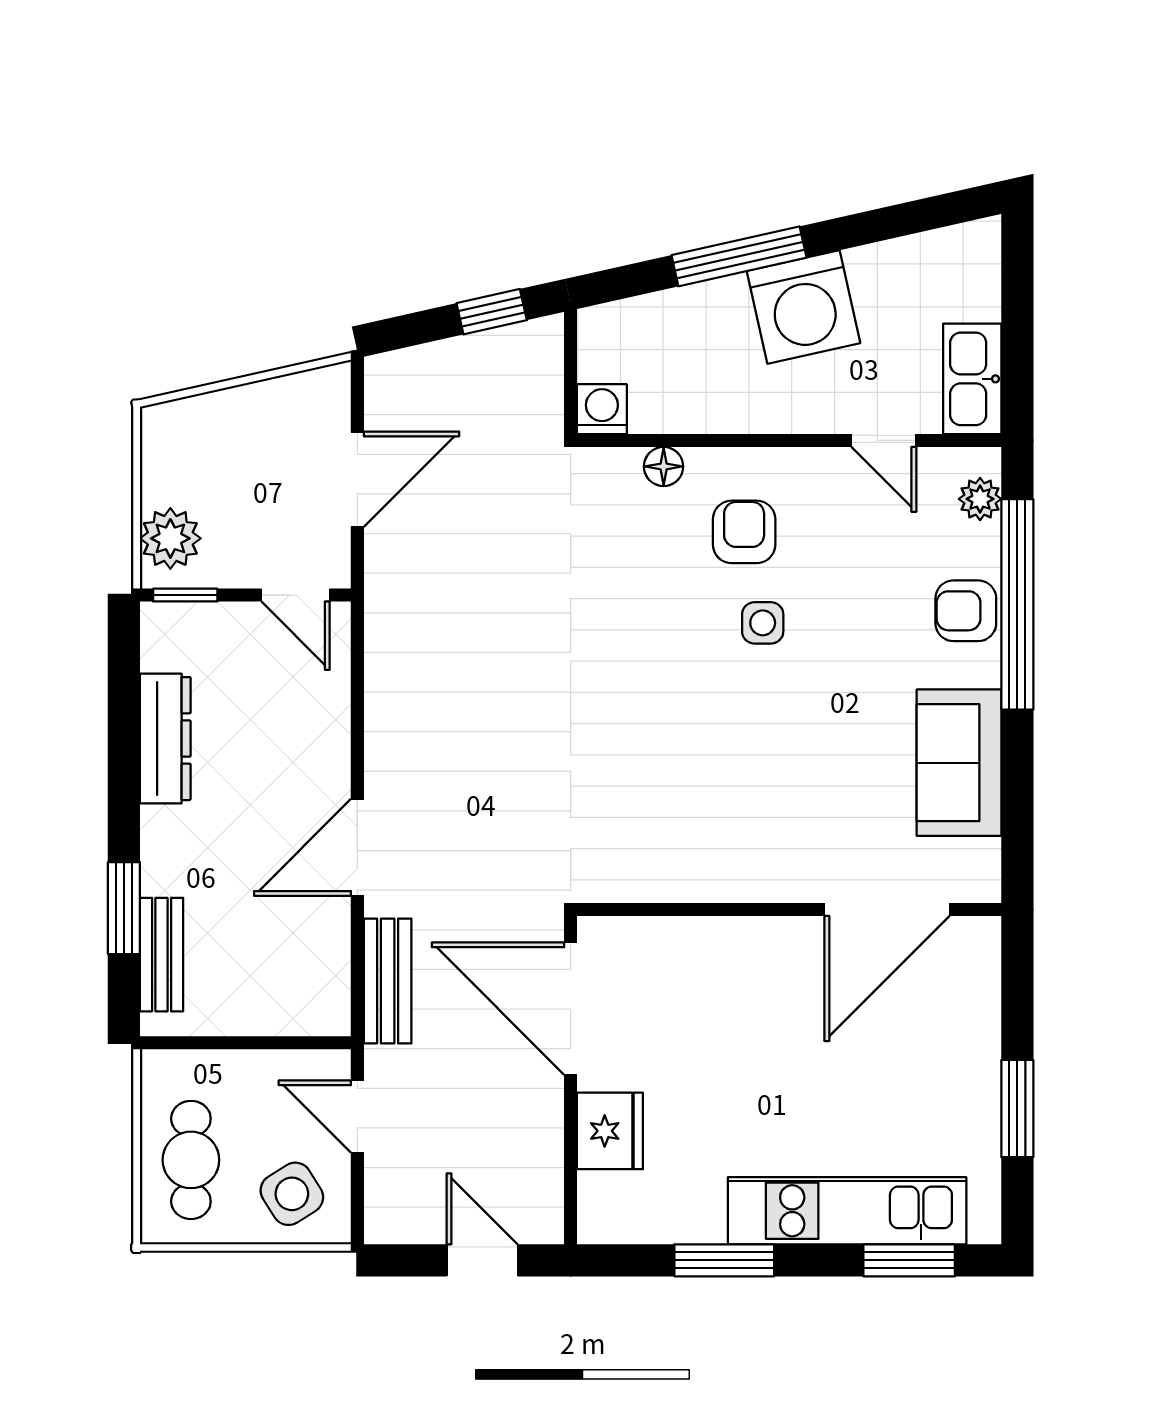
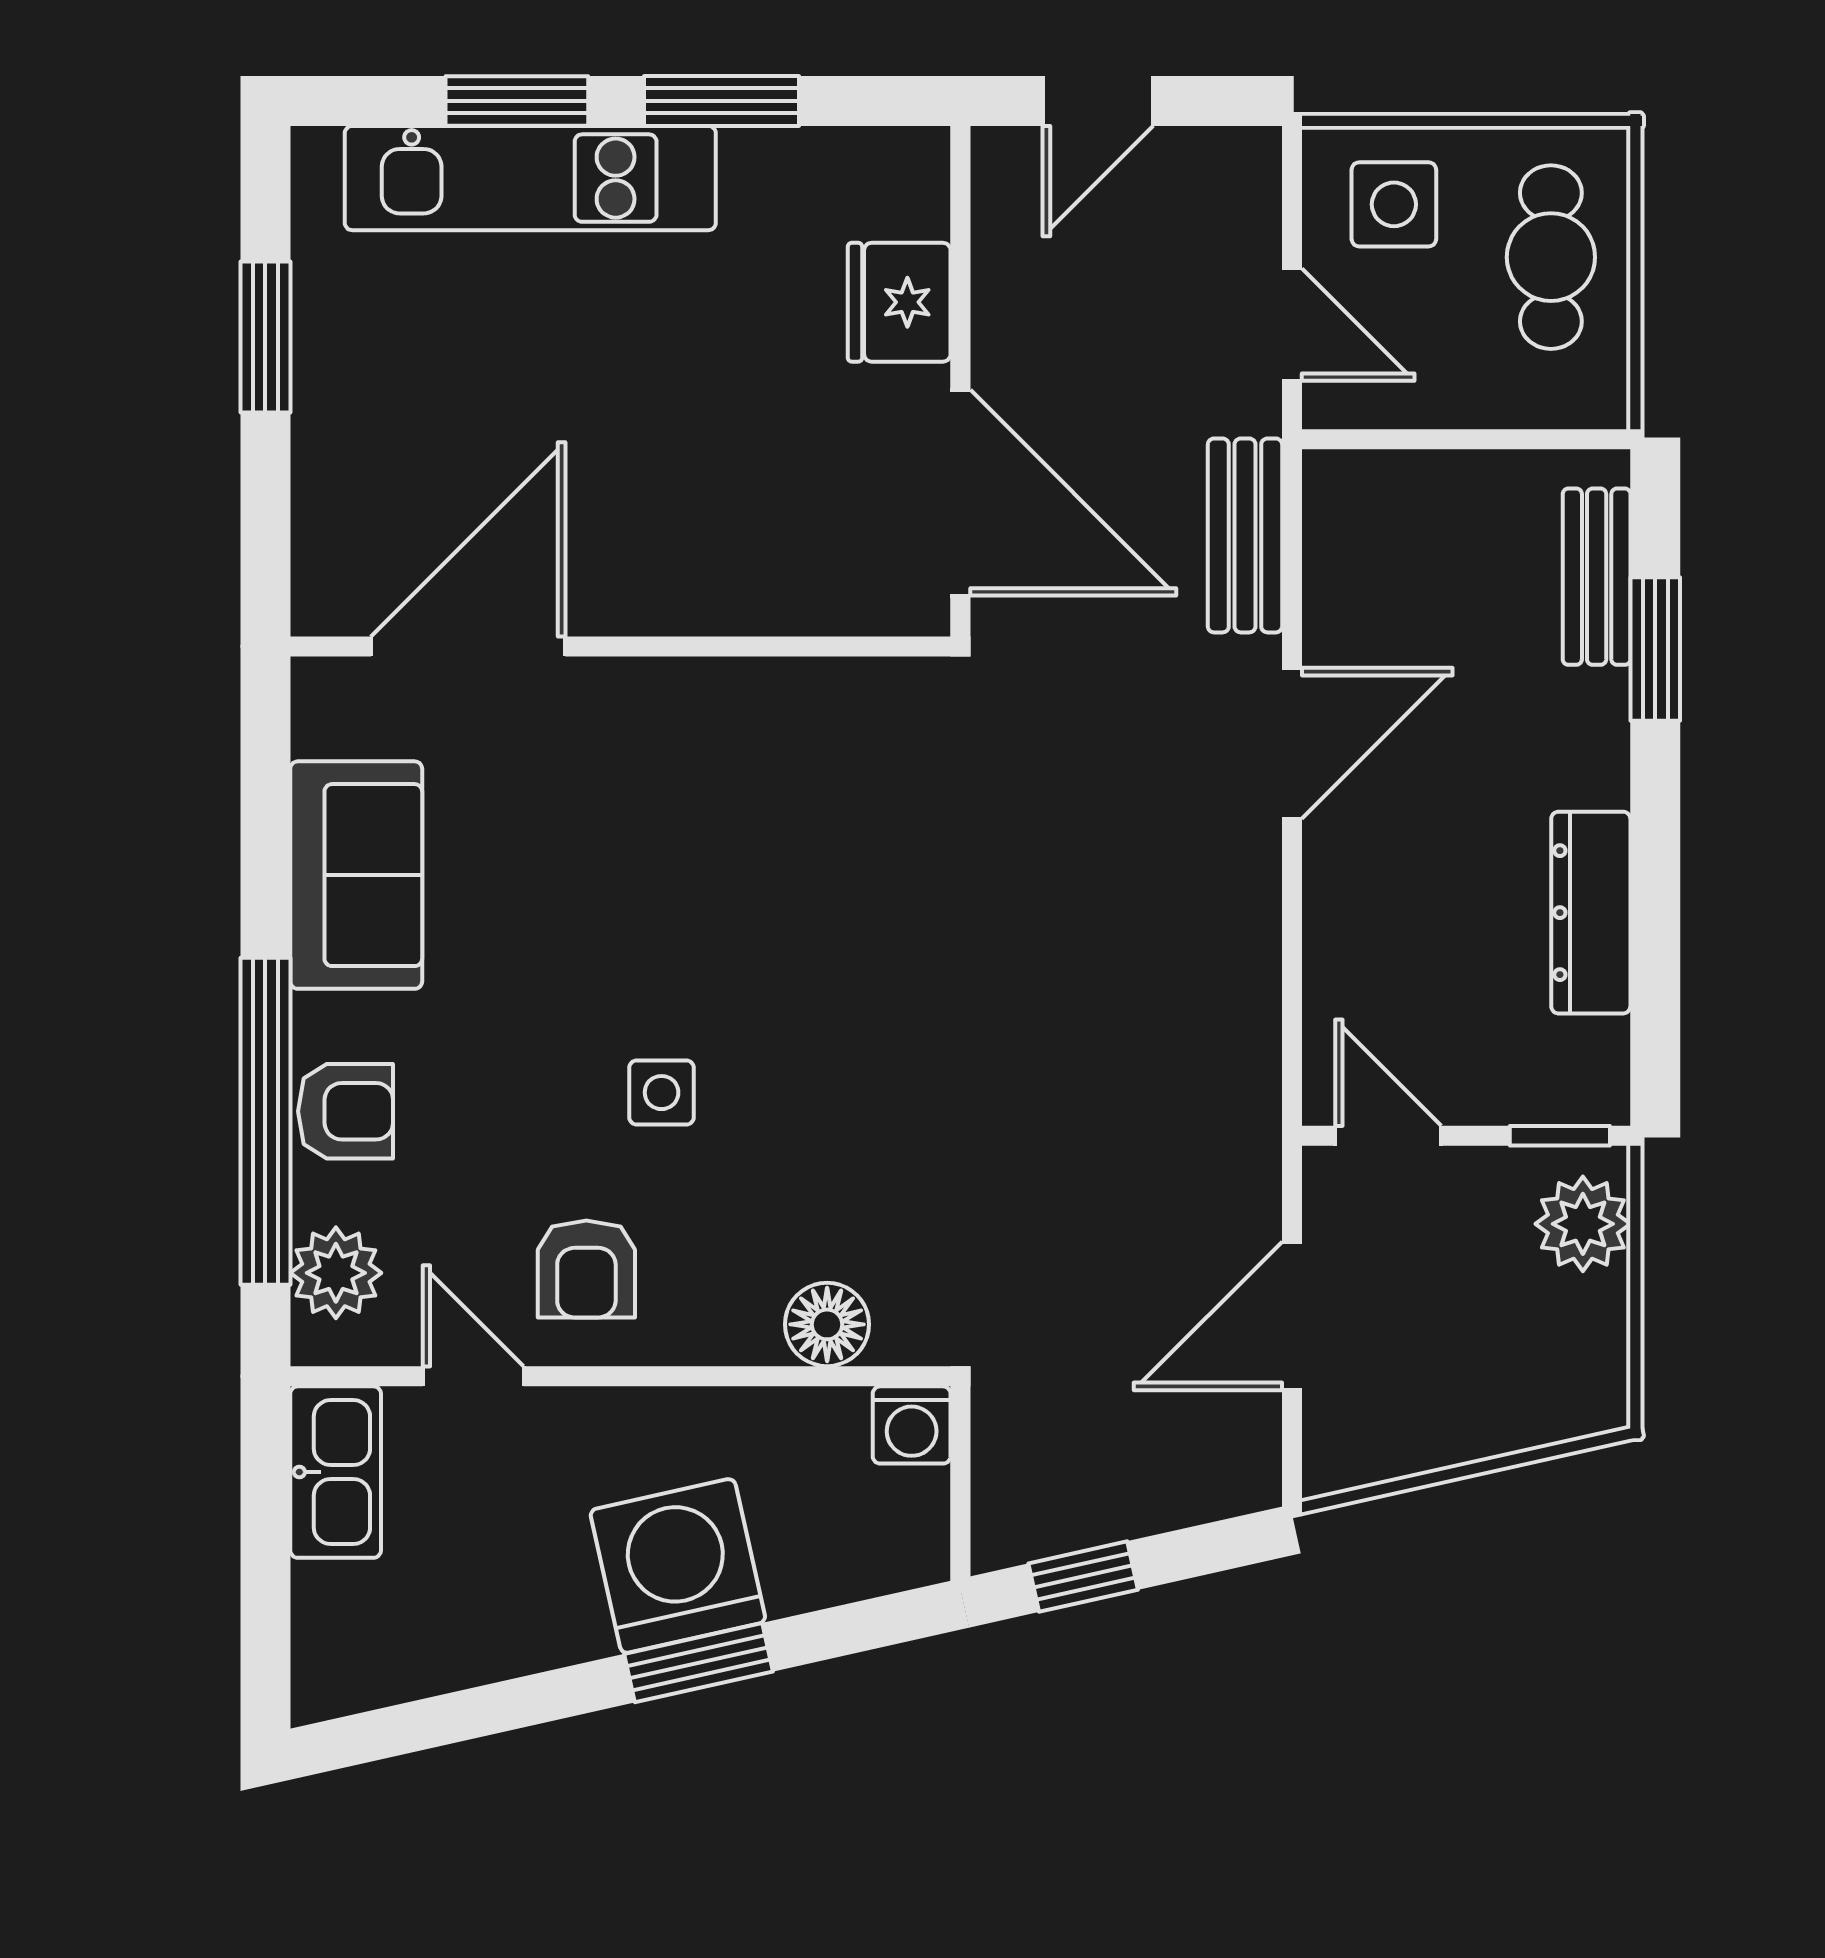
window: (739, 256) -> (698, 1663), width x0.69
washing machine: (804, 307) -> (678, 1566), moved
floor lamp: (664, 466) -> (827, 1324), width x1.37, depth x1.37
plant: (980, 499) -> (336, 1273), width x1.38, depth x1.38
armchair: (744, 532) -> (586, 1269), moved
side table: (292, 1194) -> (1394, 204), turned 32
door: (482, 1260) -> (1098, 101), hinge flipped
window: (909, 1260) -> (517, 101), moved

